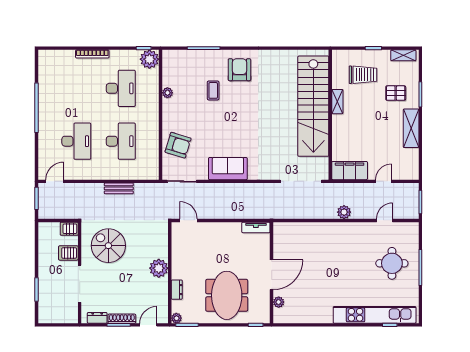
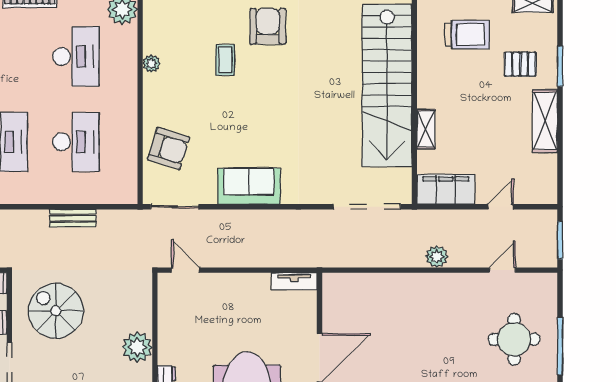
shelving: (337, 102) -> (426, 129), moved

